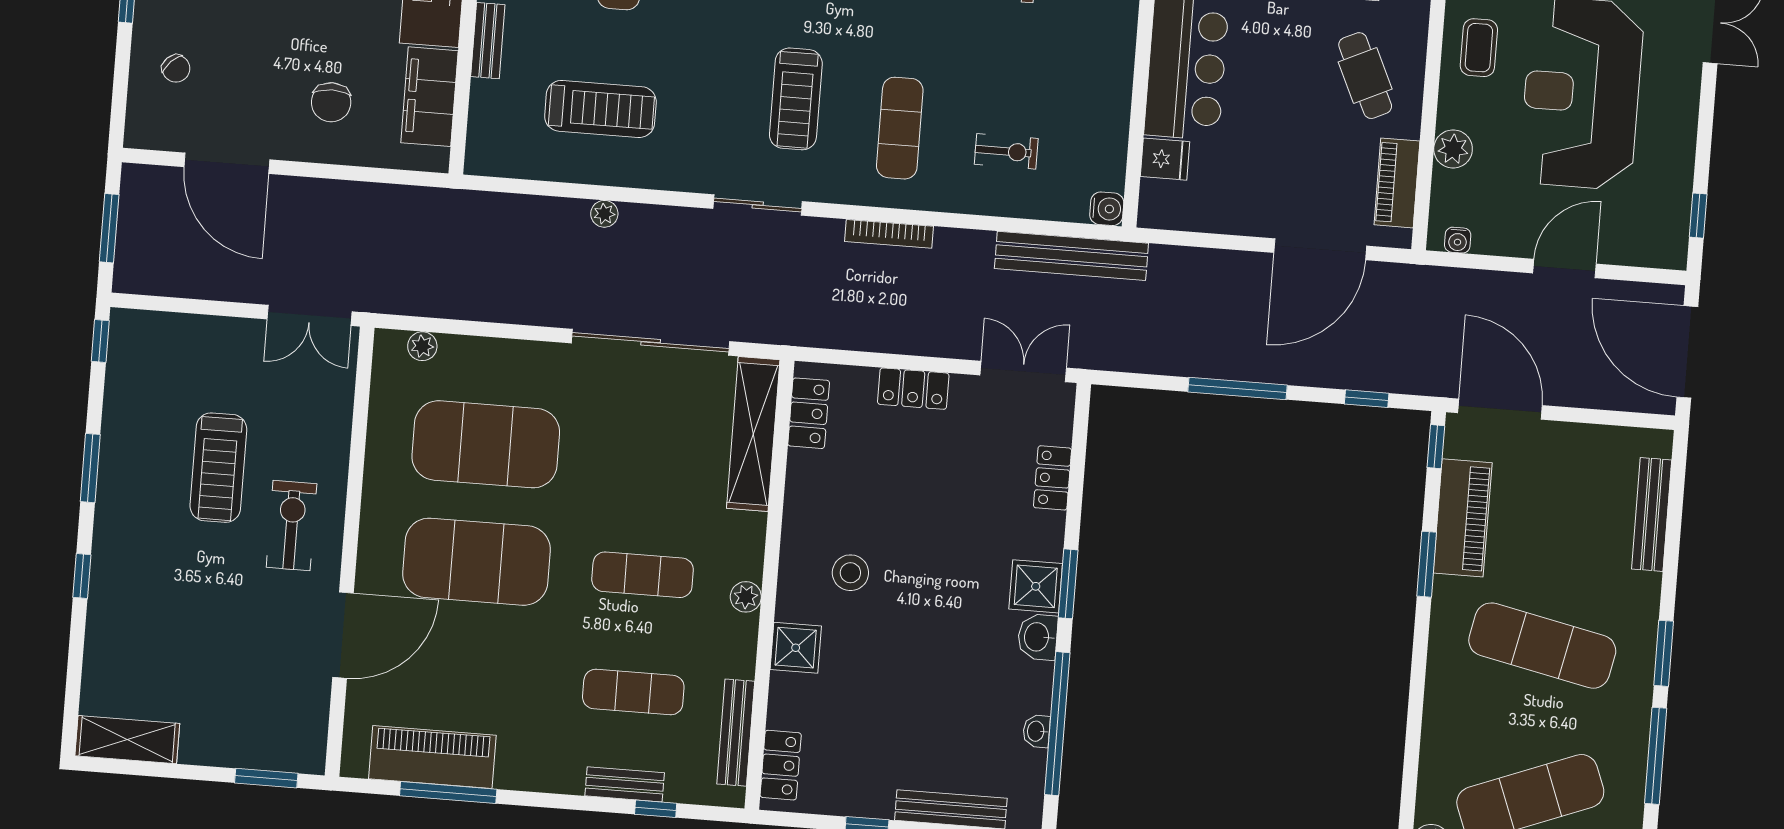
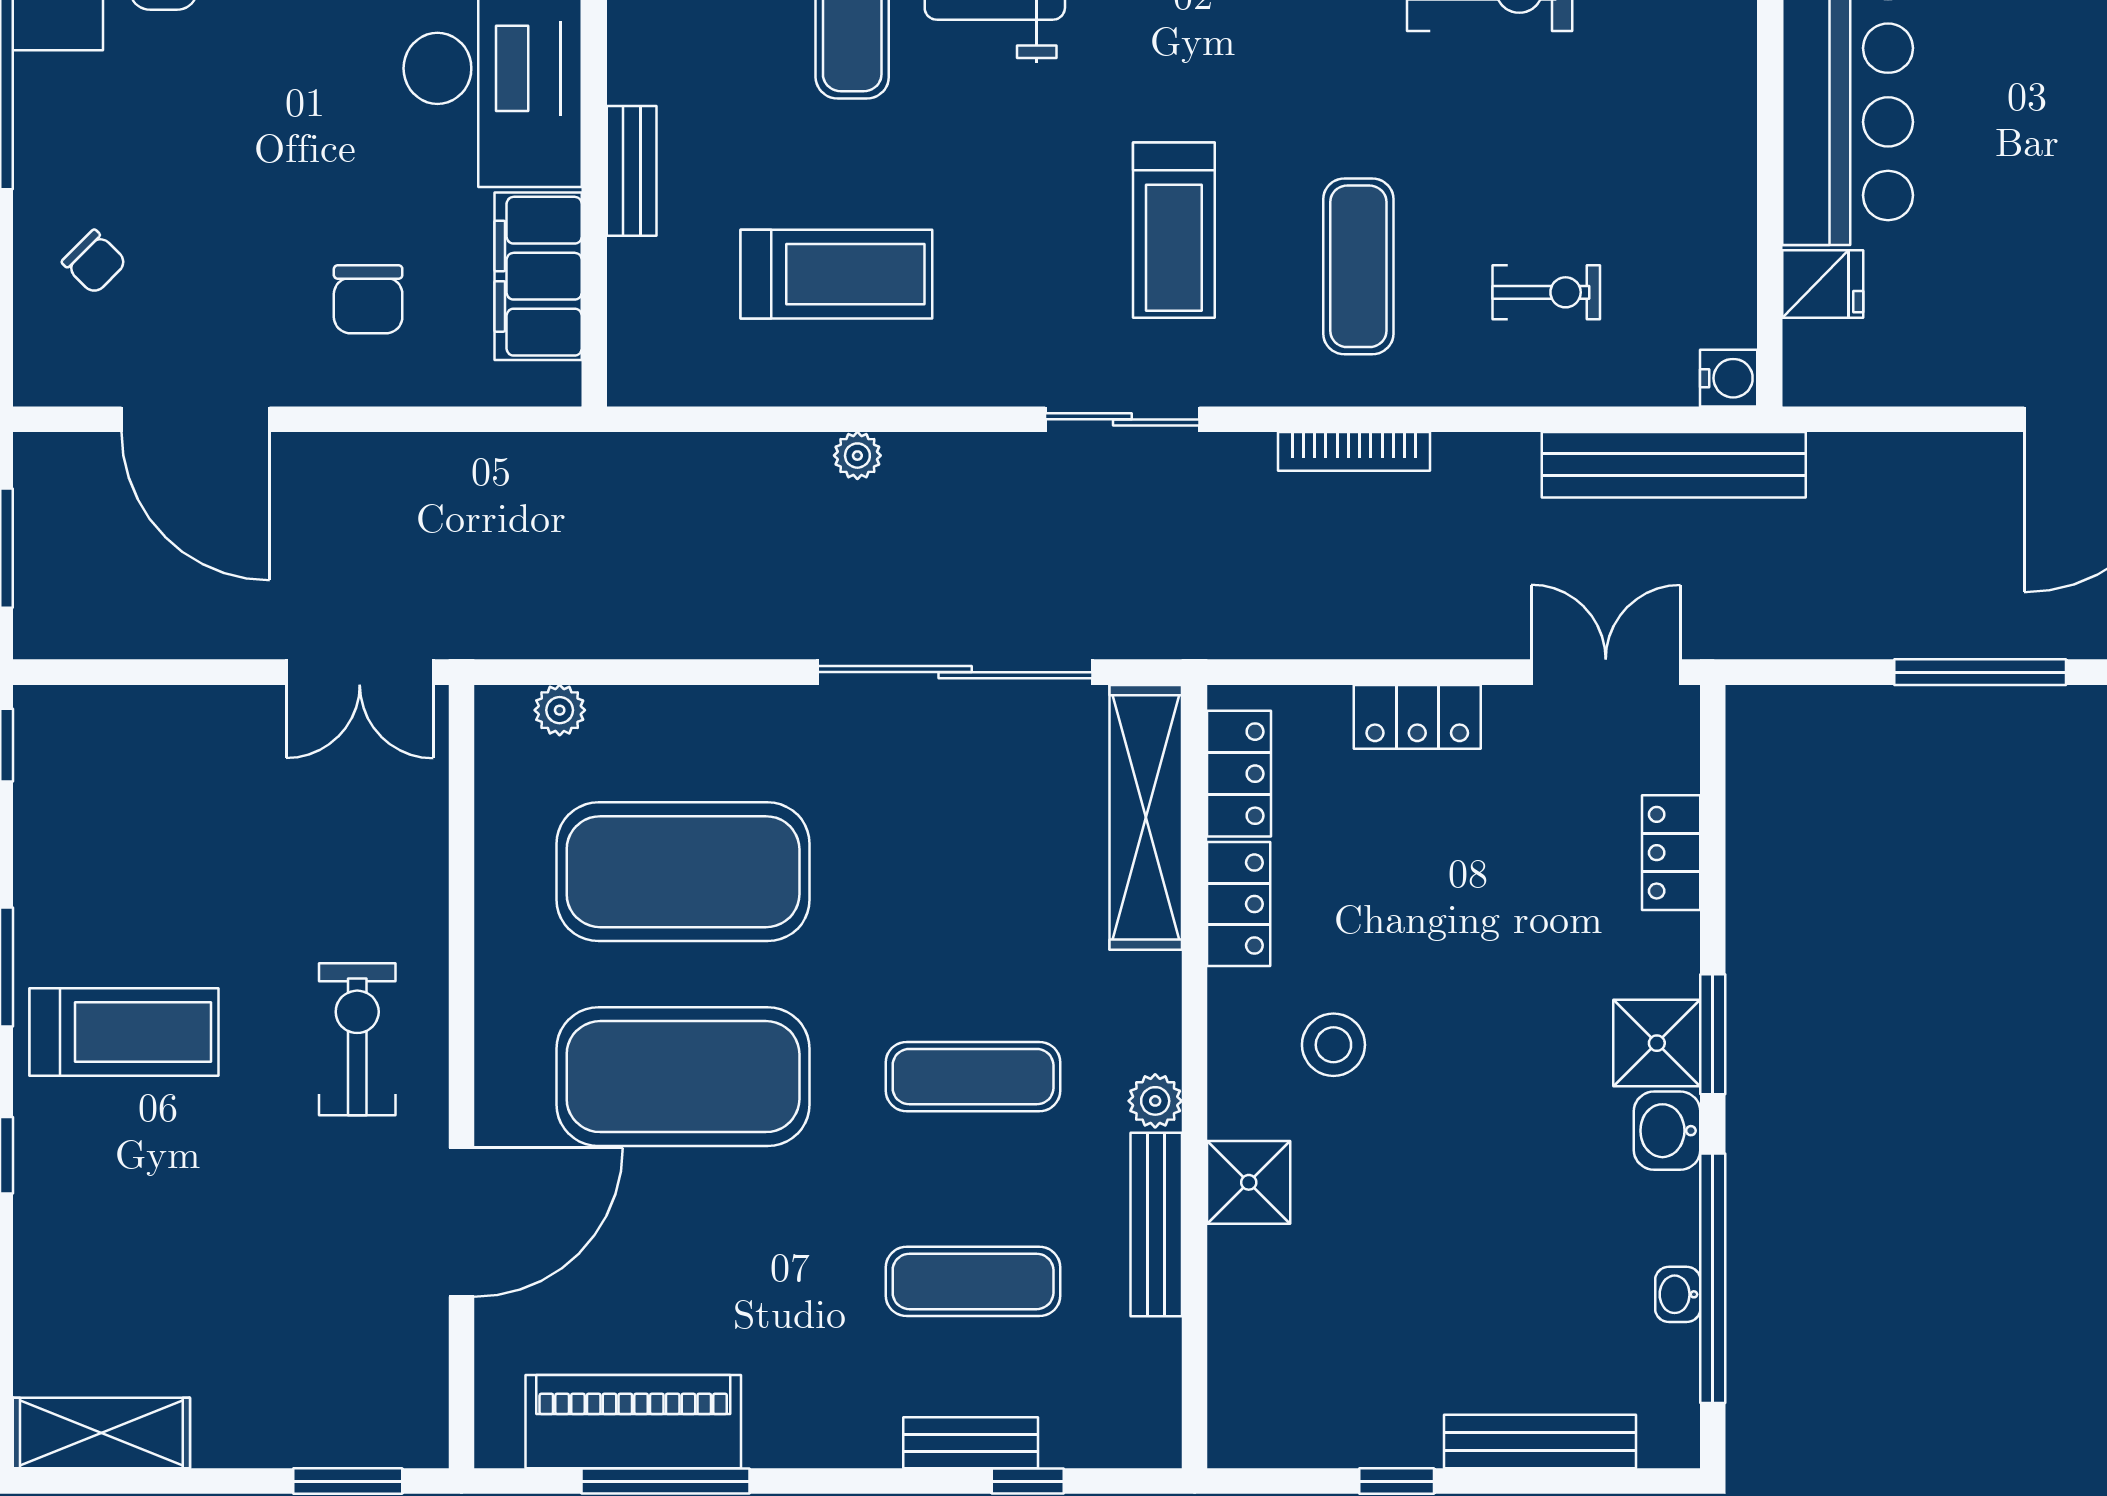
treadmill: (218, 468) -> (124, 1032), moved, turned -90
bench: (736, 733) -> (1156, 1225), moved
locker: (781, 765) -> (1239, 904), moved

